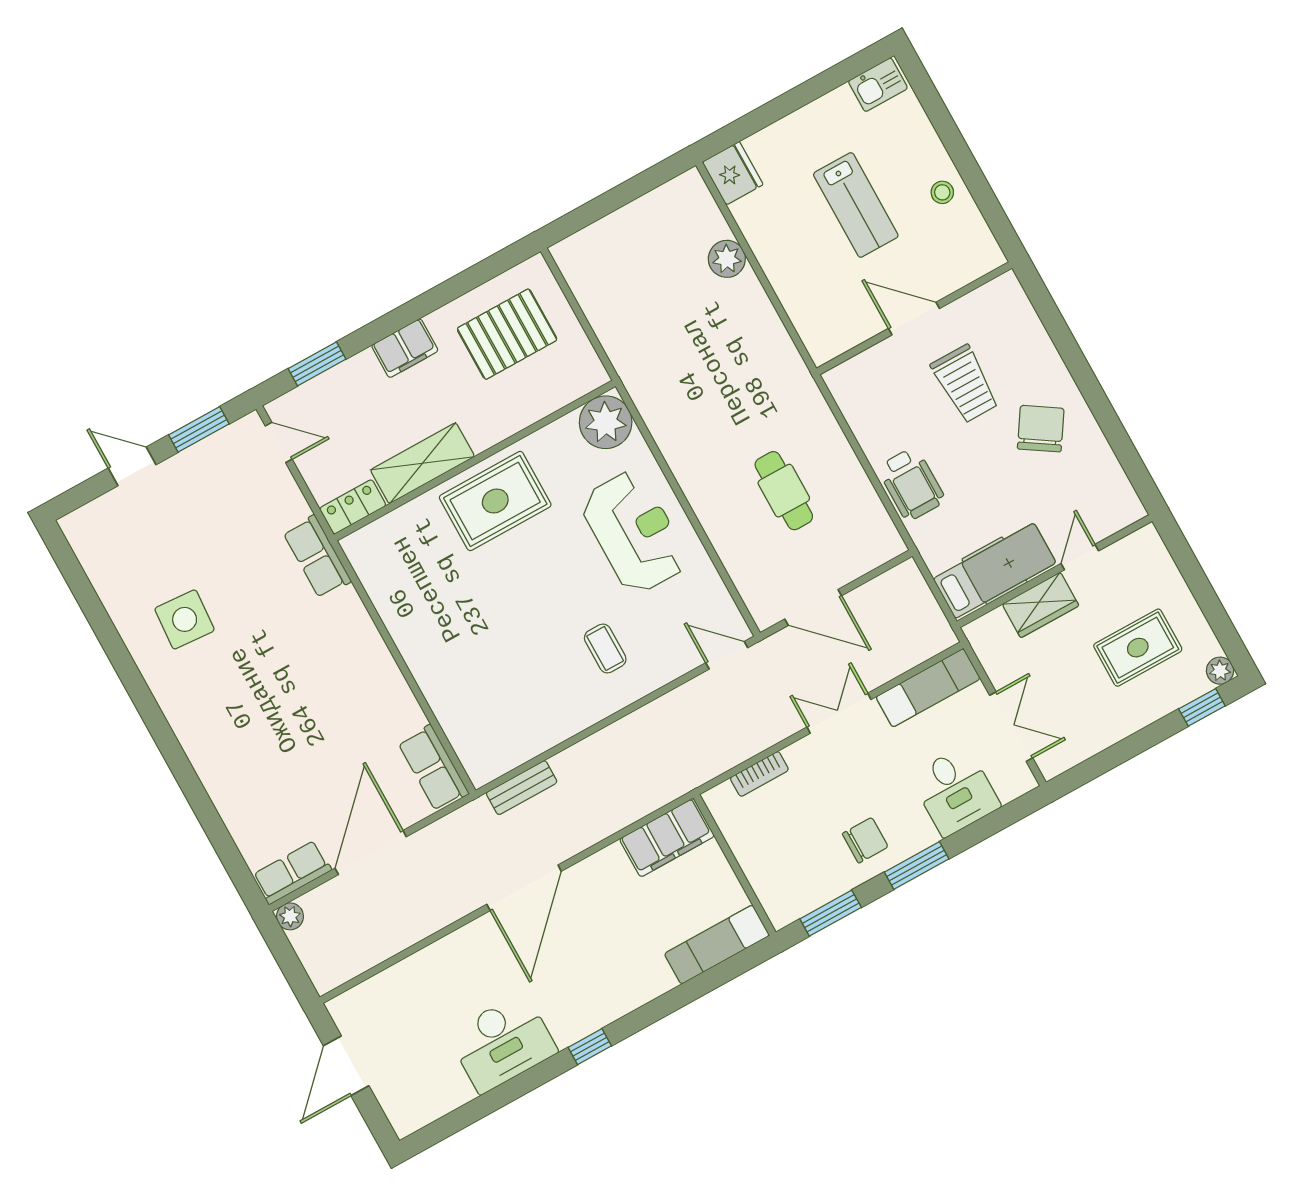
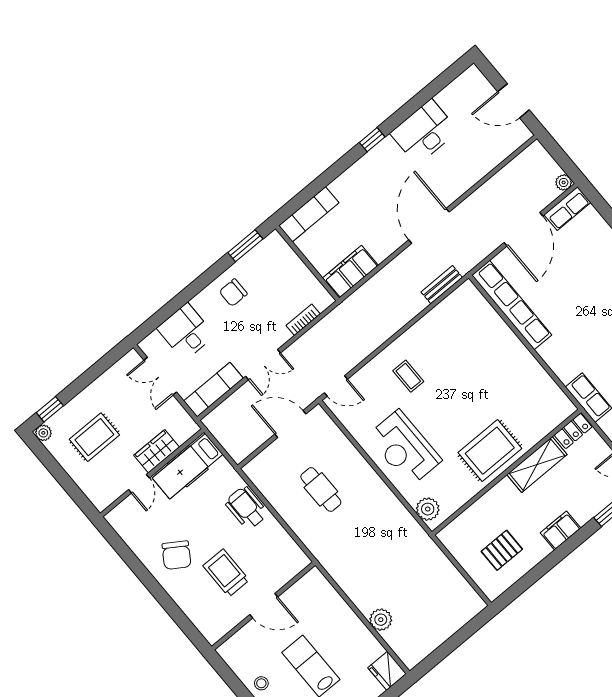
pallet: (507, 334) -> (502, 550), width x0.67, depth x0.71
plant: (606, 422) -> (428, 509), width x0.73, depth x0.73
row of seats: (433, 768) -> (512, 305), width x2.02
window: (917, 866) -> (200, 284), removed
door: (346, 1066) -> (514, 101), swing flipped

